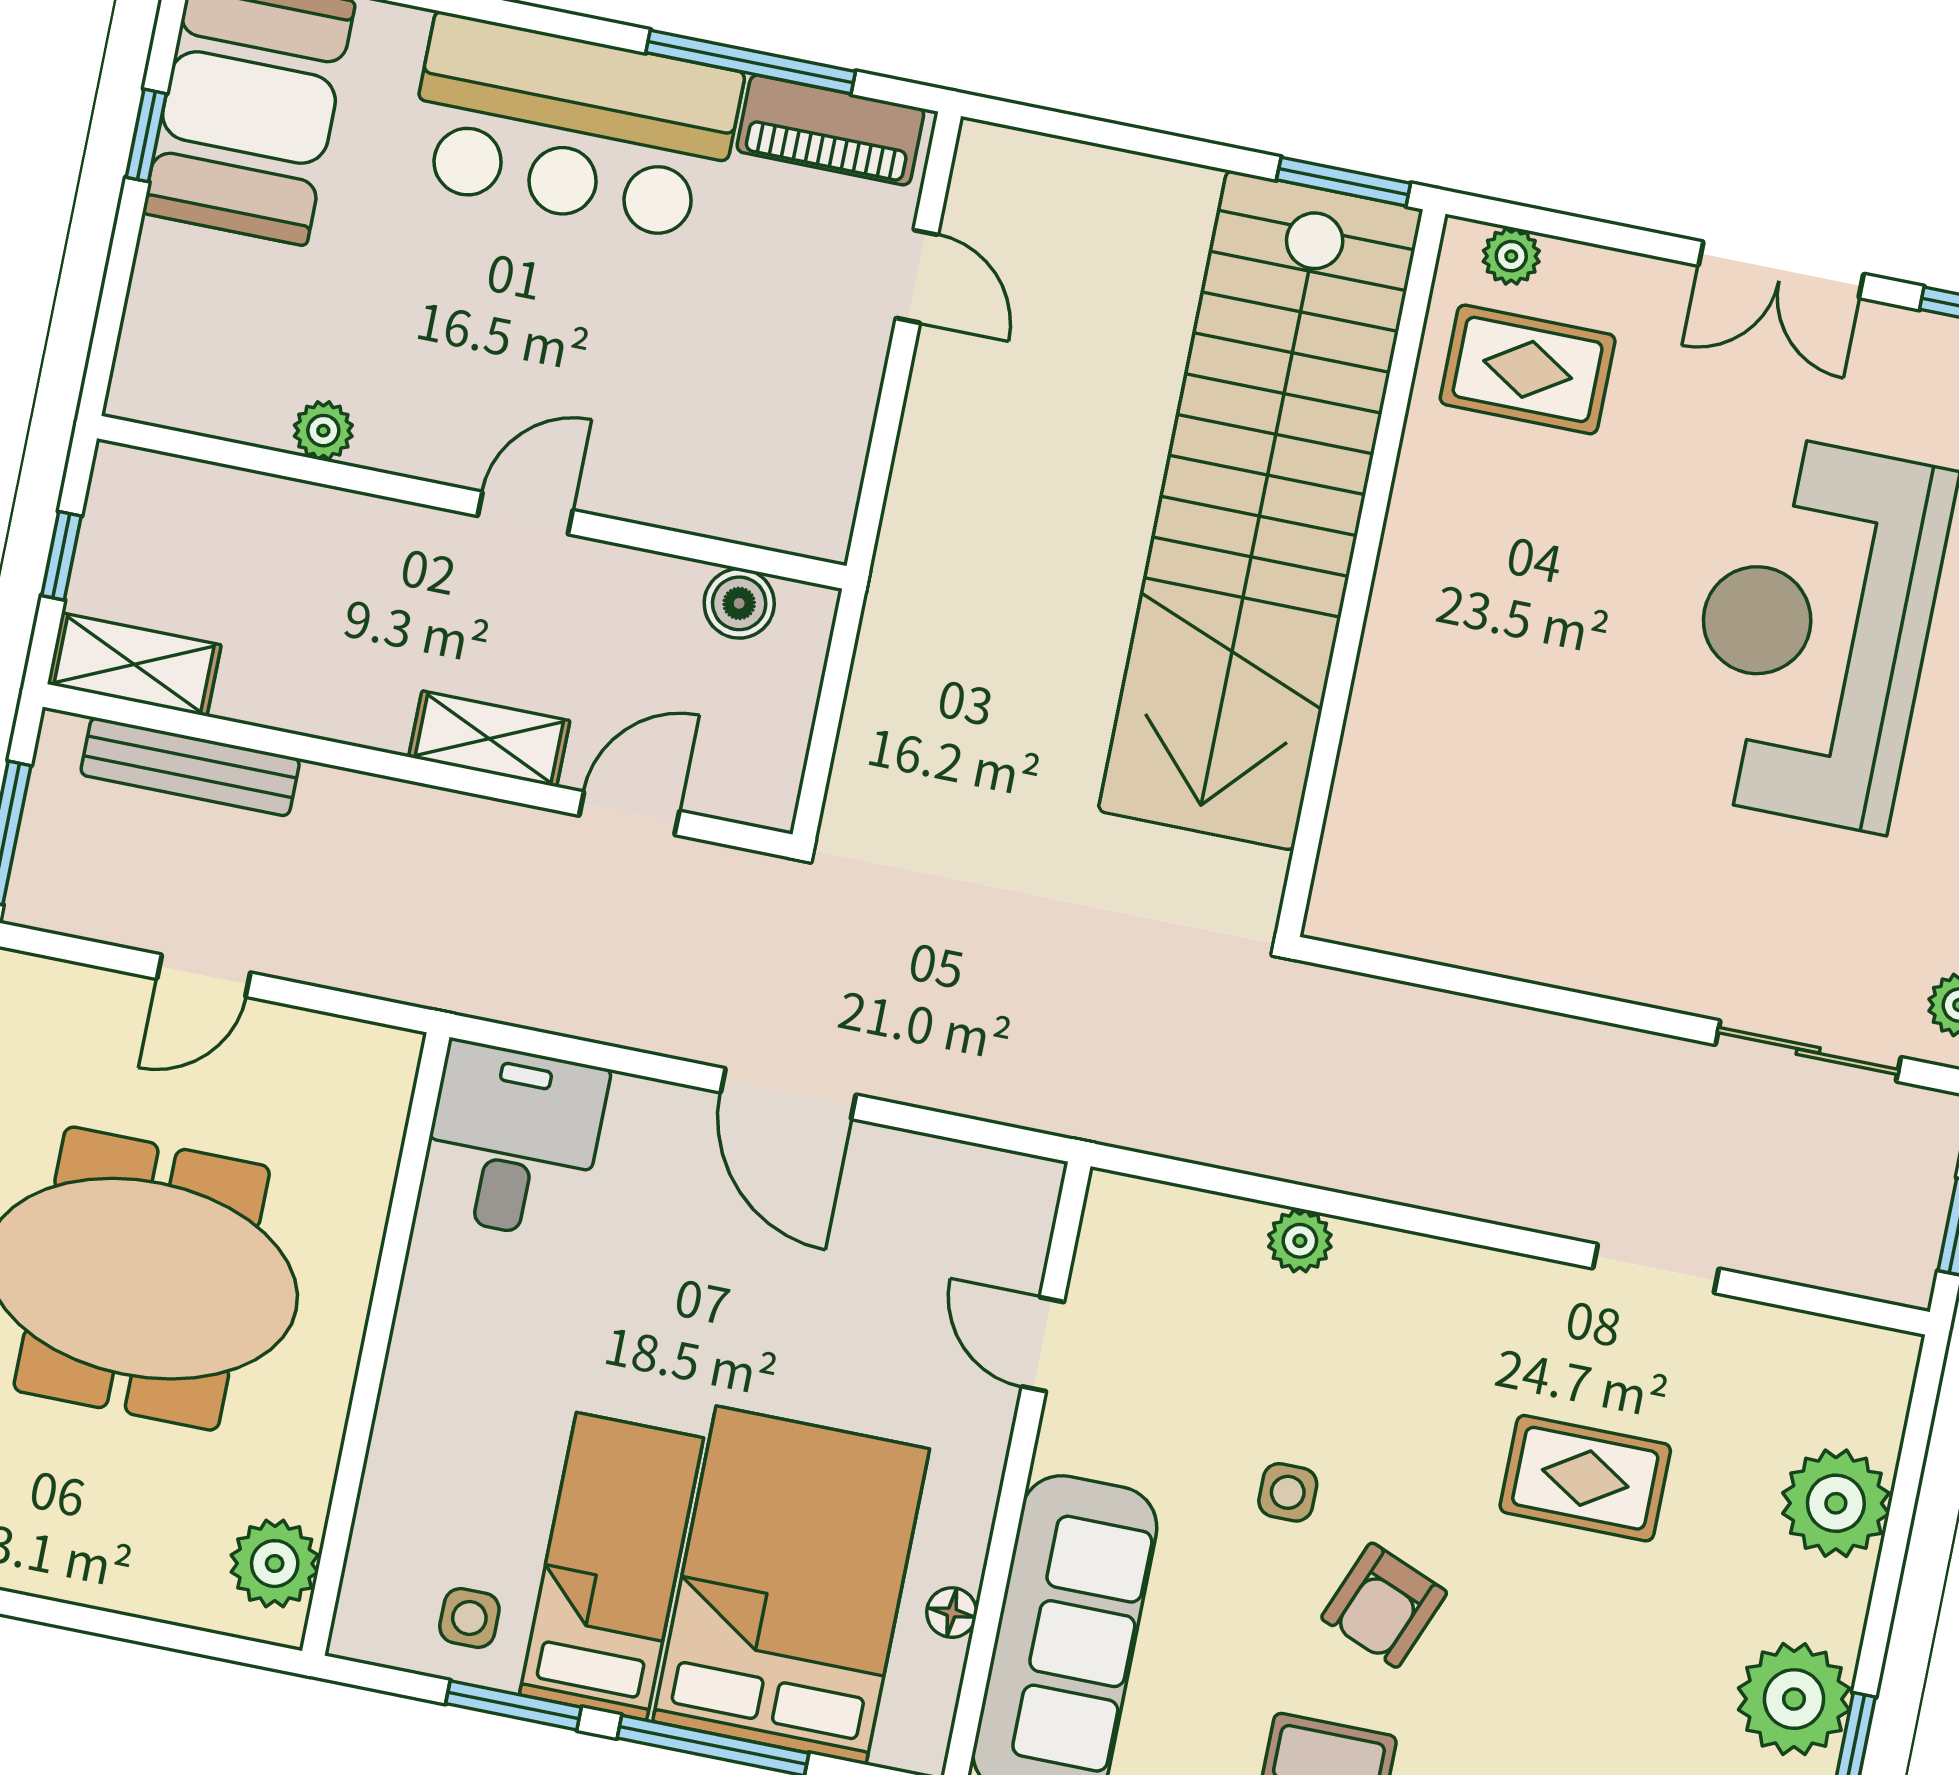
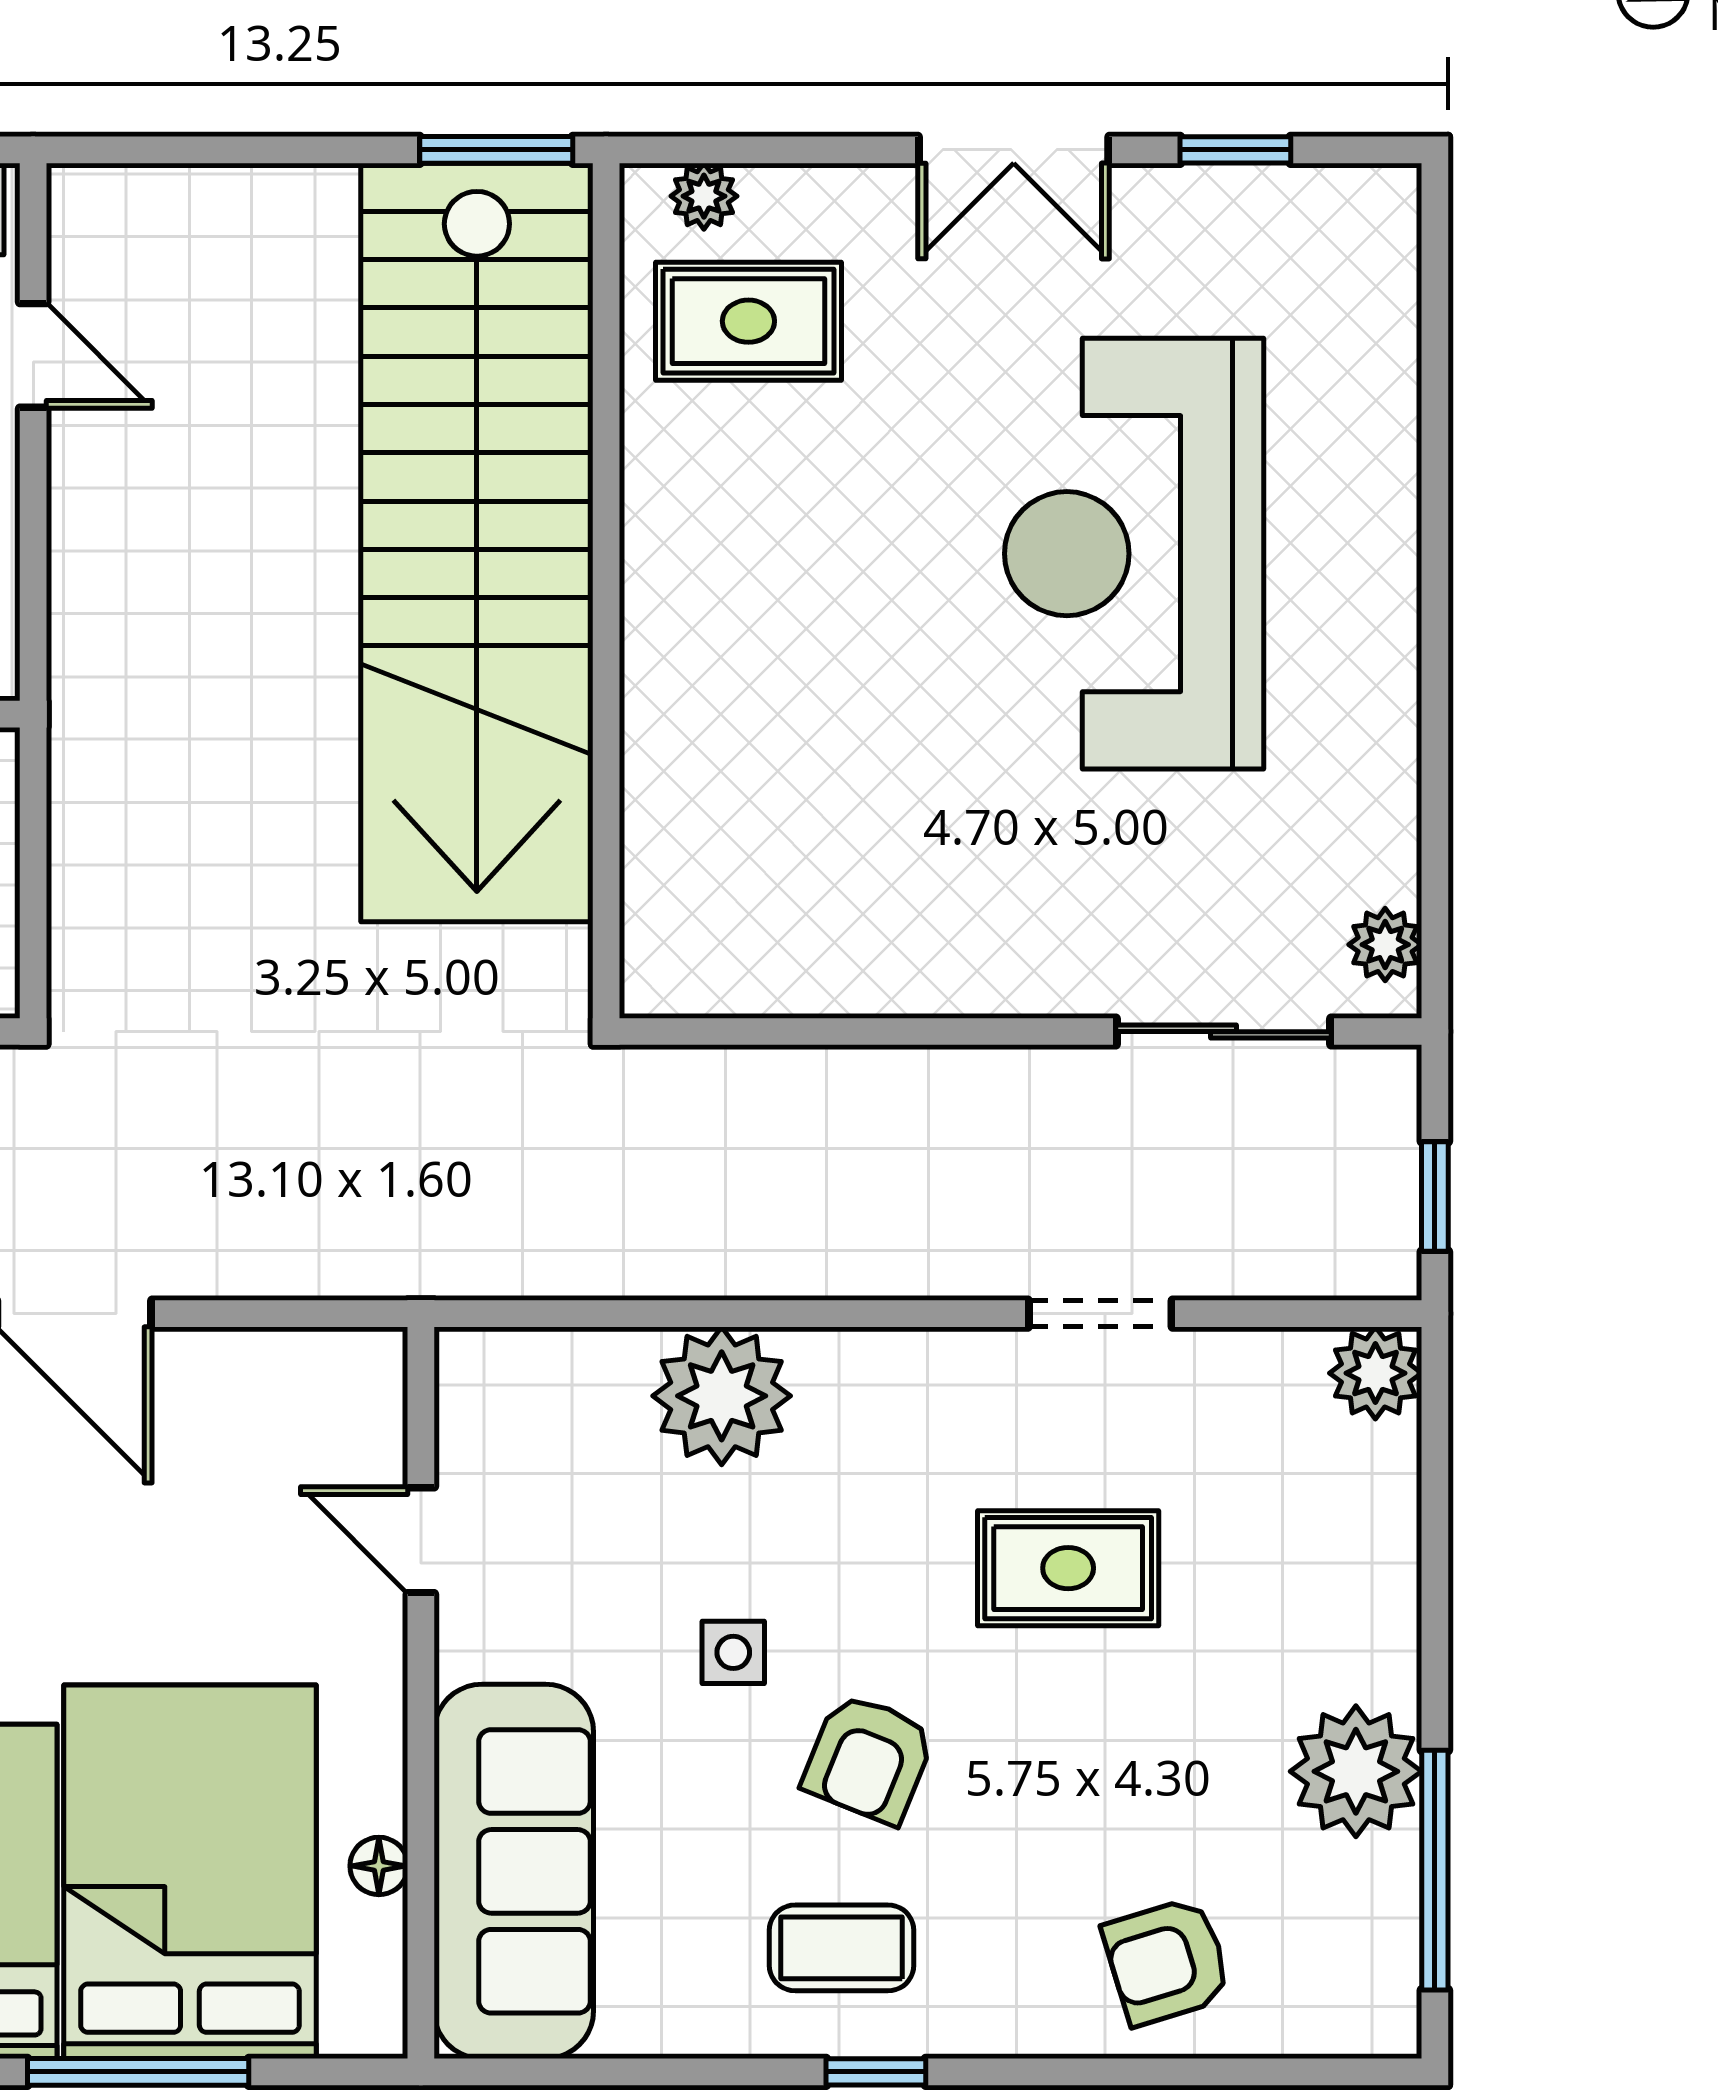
plant: (1300, 1241) -> (722, 1396), width x1.87, depth x1.87
plant: (1836, 1503) -> (1375, 1373), moved, width x0.73, depth x0.73

